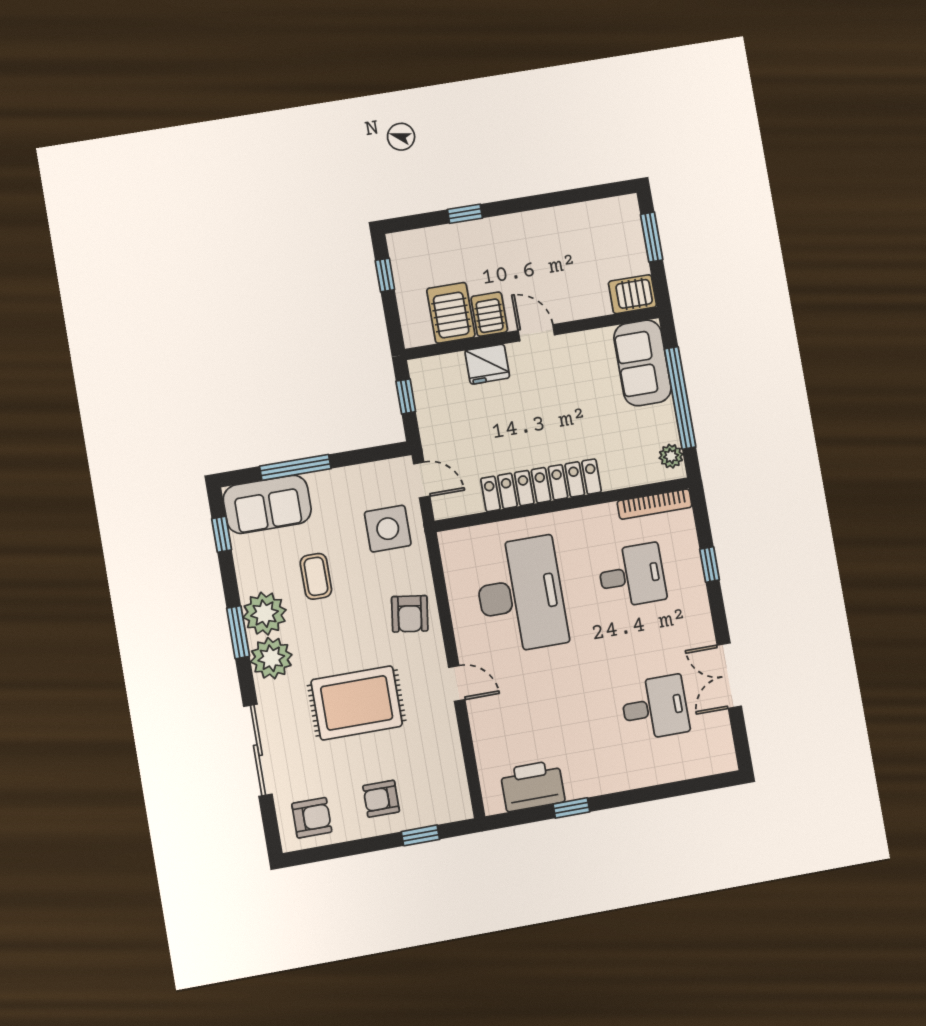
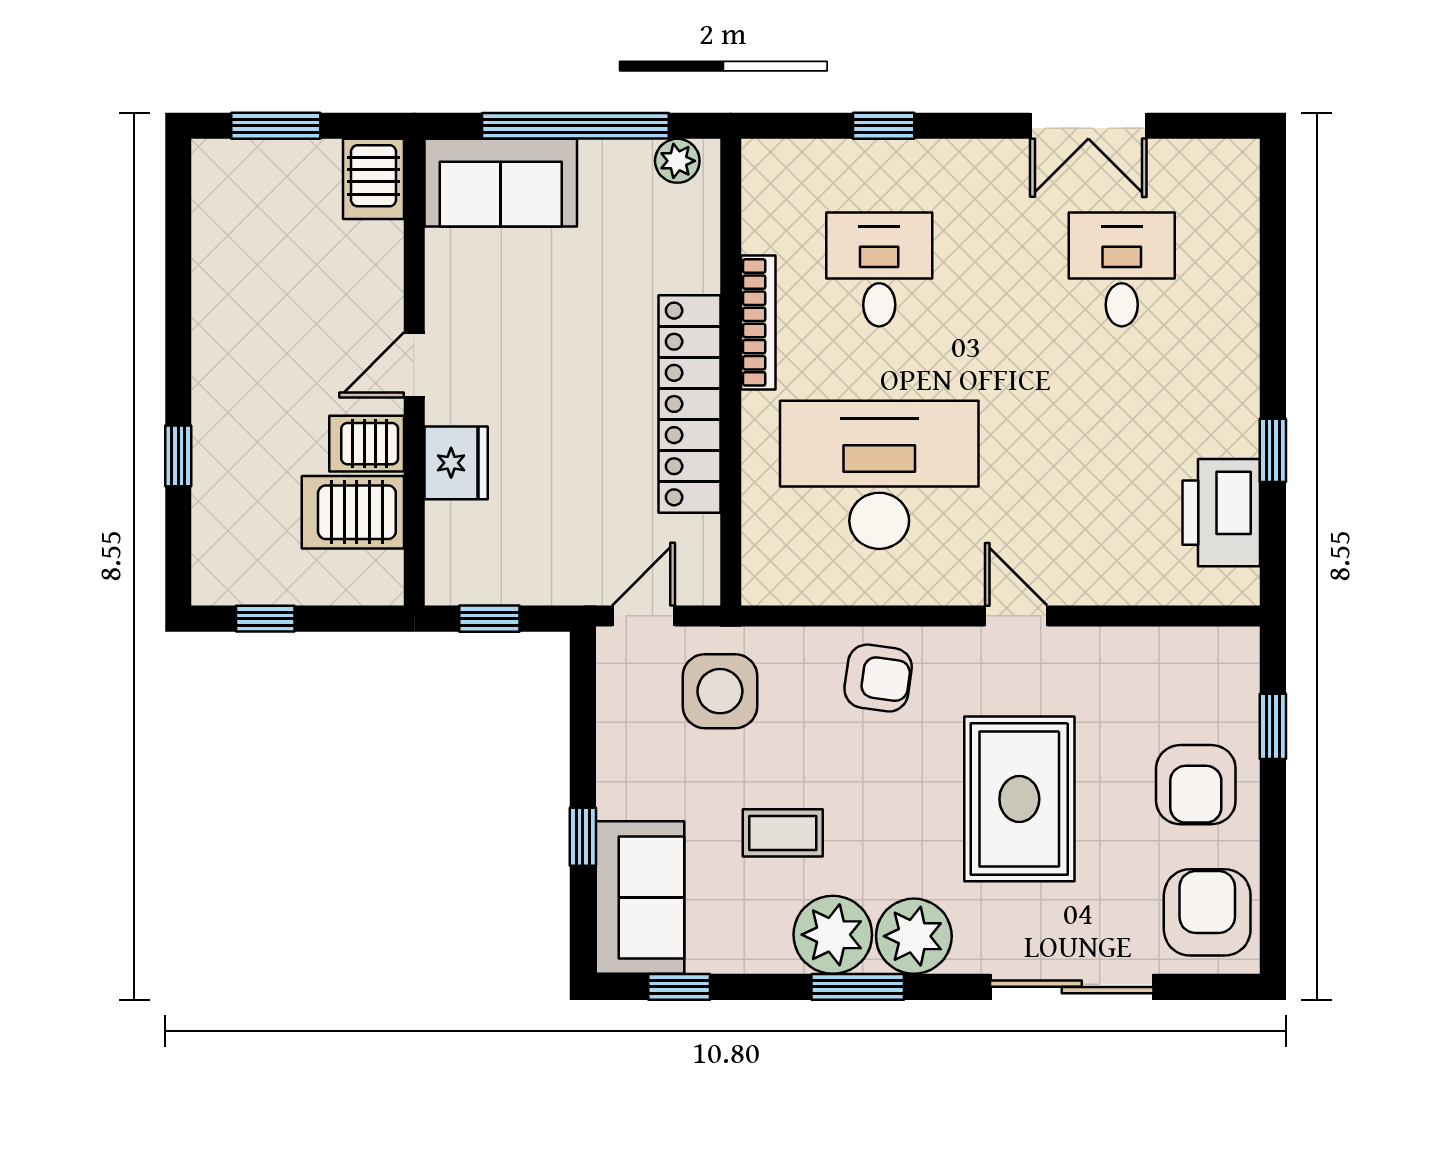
window: (295, 467) -> (583, 837), width x0.46
bookcase: (655, 504) -> (758, 322), moved
door: (457, 683) -> (1016, 616), hinge flipped
armchair: (381, 799) -> (1196, 785), width x1.38, depth x1.38
armchair: (312, 818) -> (1207, 912), width x1.38, depth x1.38

